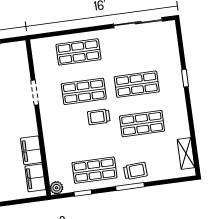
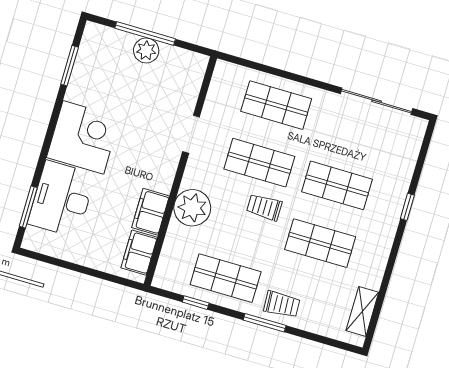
plant: (57, 188) -> (192, 208), moved, width x1.88, depth x1.88

